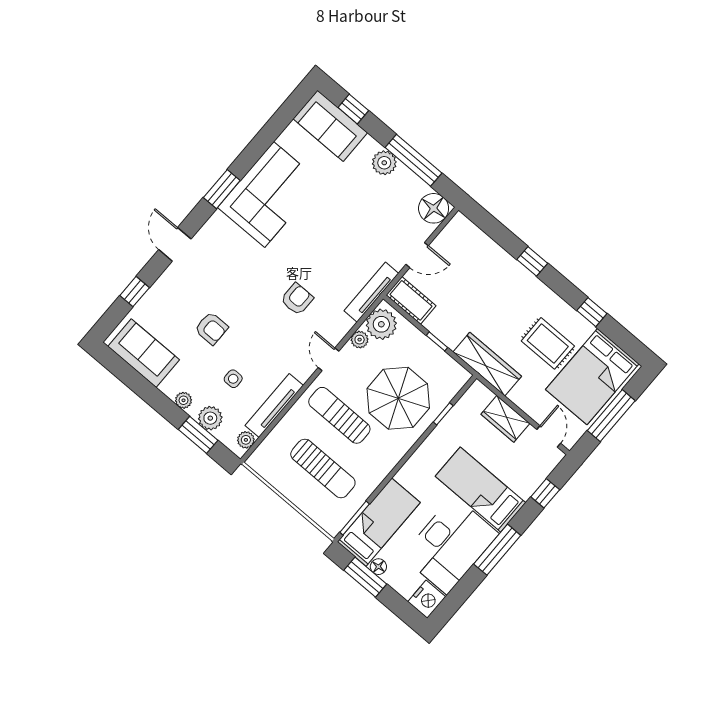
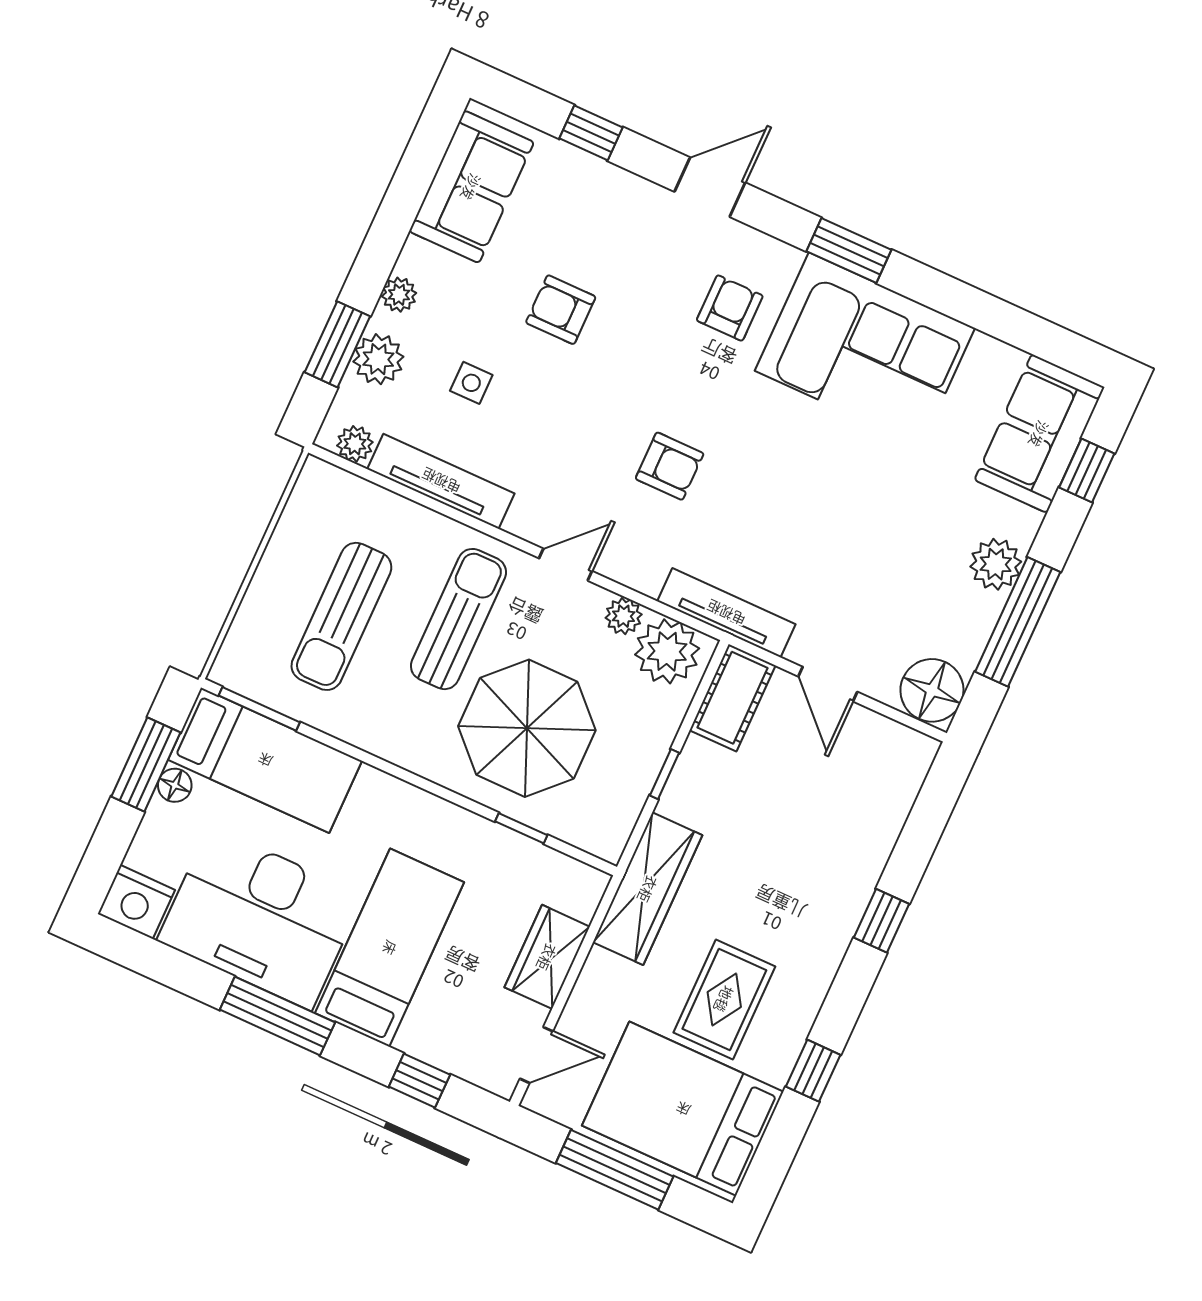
armchair: (233, 251) -> (730, 308), added
armchair: (211, 328) -> (561, 310), turned 90

